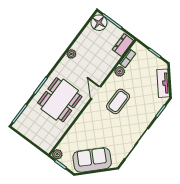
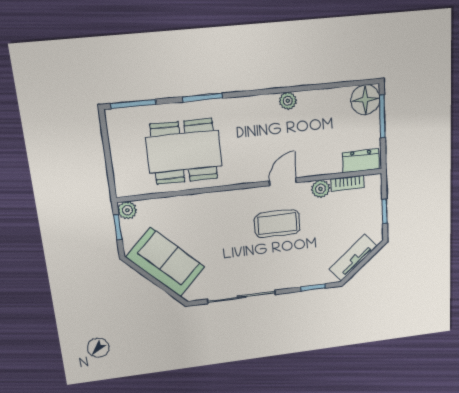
door: (96, 93) -> (283, 182), moved
dining table: (60, 100) -> (184, 152), moved

